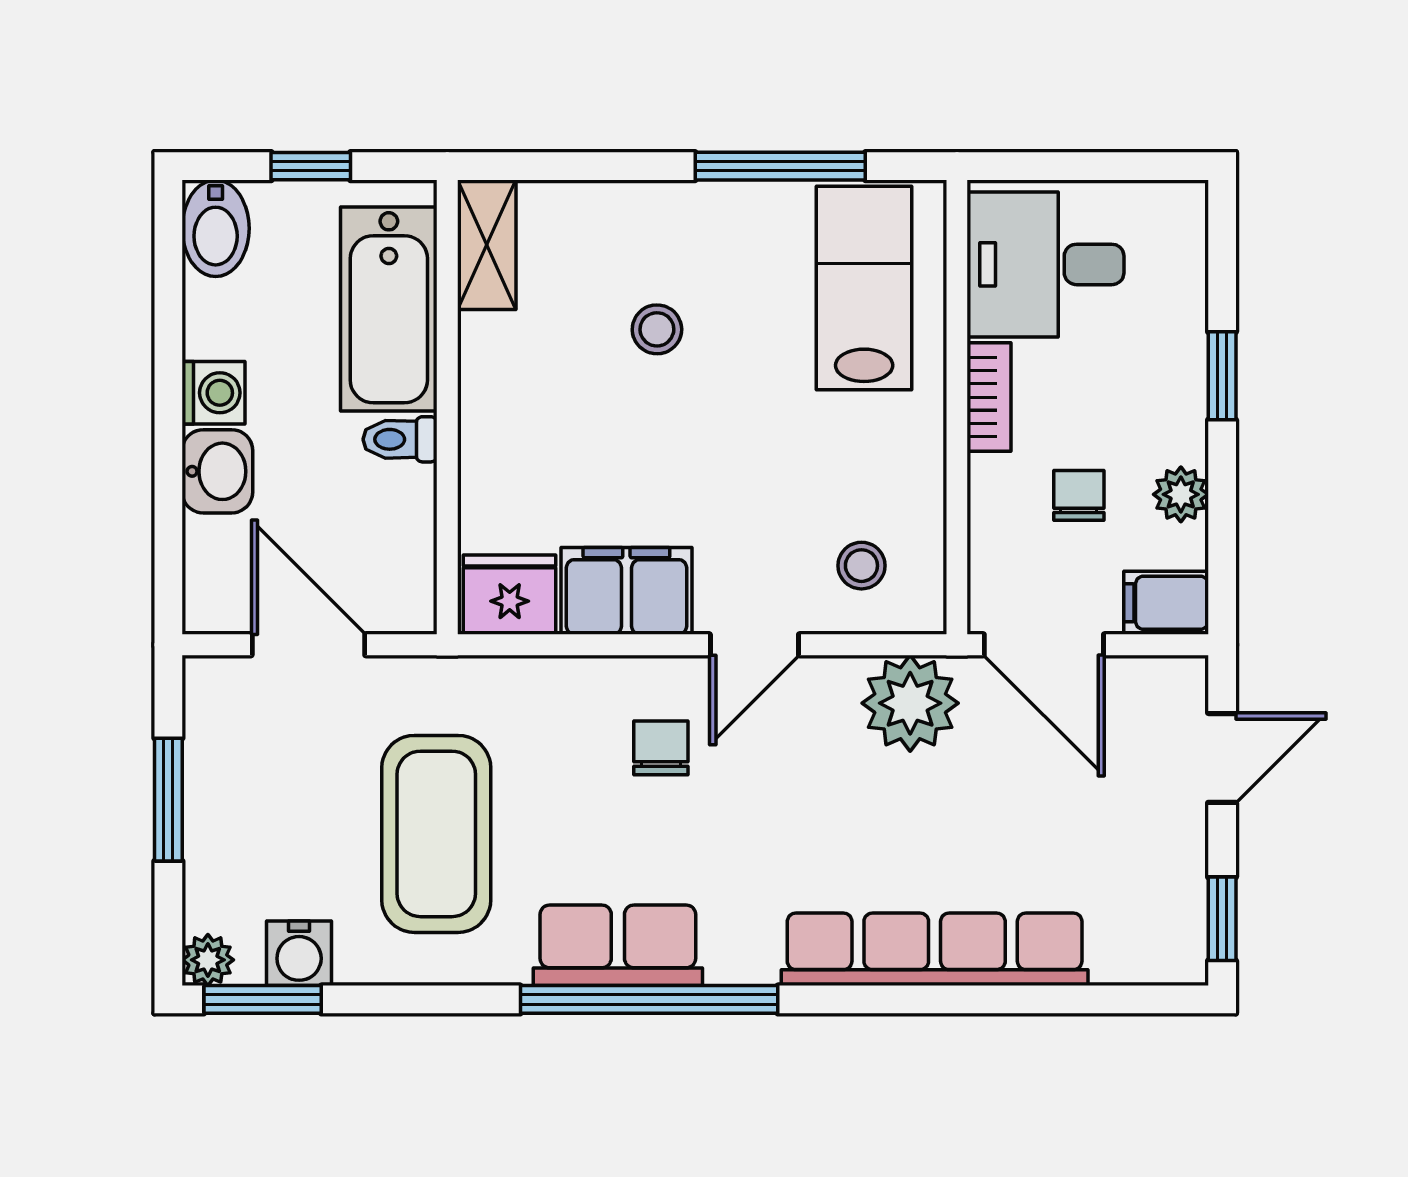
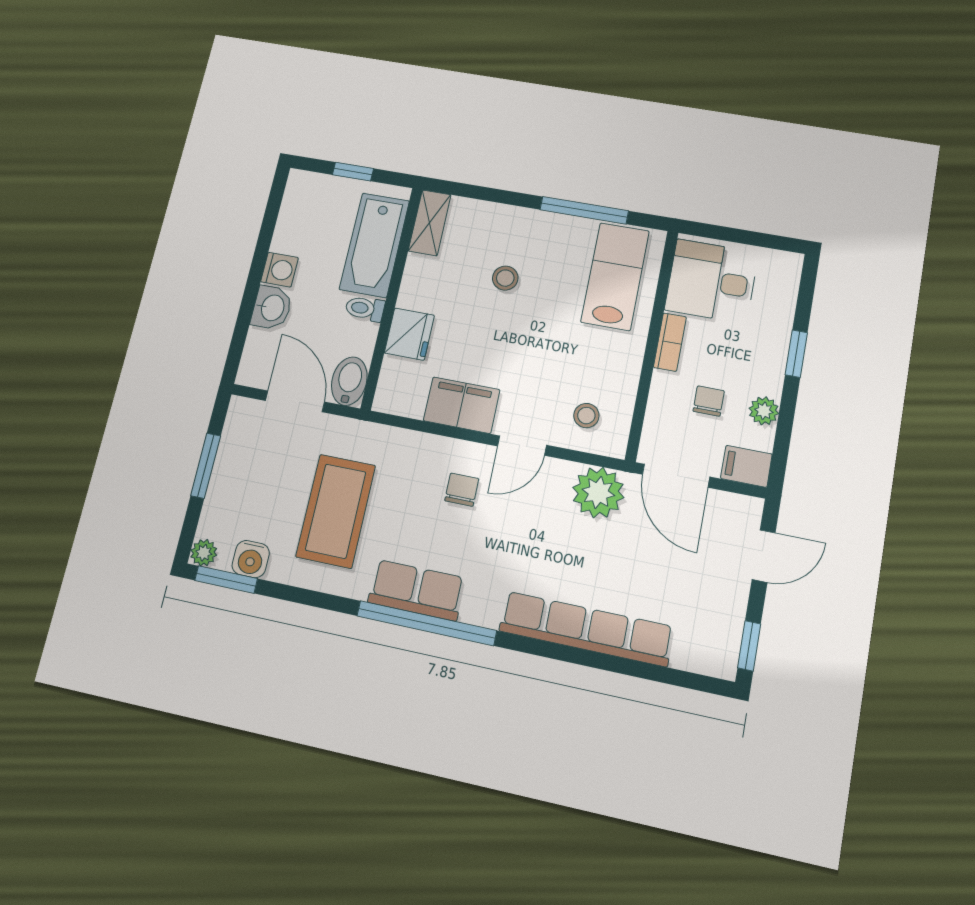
bidet: (216, 228) -> (349, 381), moved, turned 180
fridge: (510, 595) -> (409, 334), moved, turned 90

